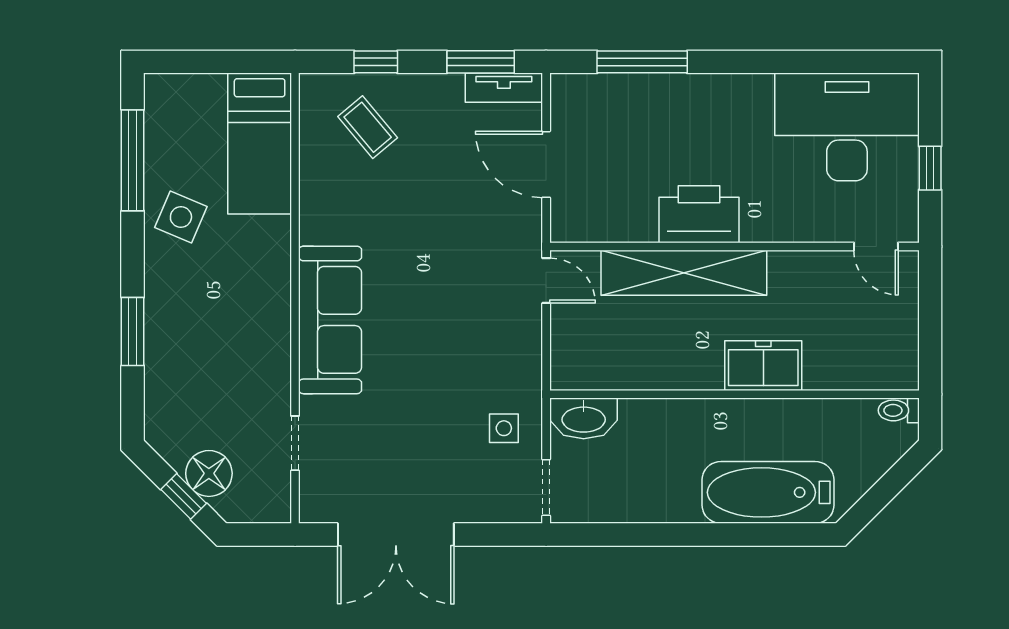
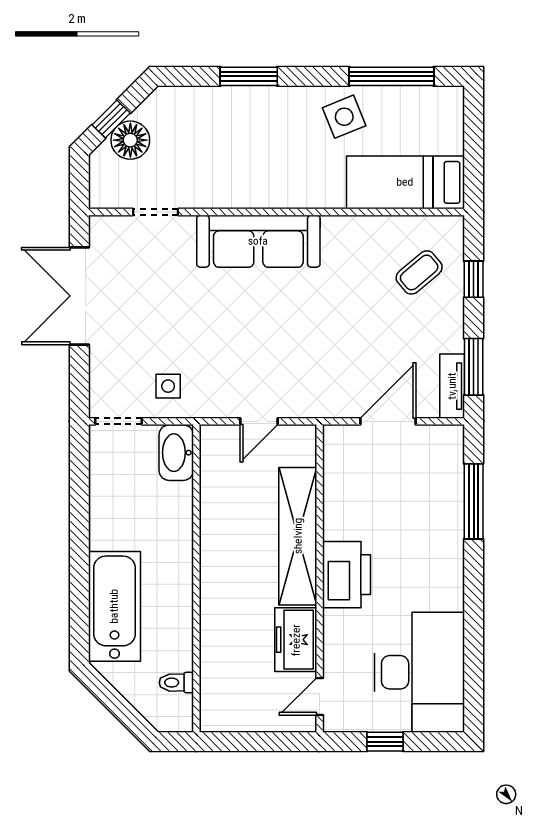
printer: (699, 214) -> (347, 575), moved
side table: (181, 217) -> (344, 117), turned 45
door: (546, 281) -> (259, 421), moved
freezer: (763, 366) -> (296, 640), moved, turned 180
toilet: (899, 410) -> (176, 683), moved, turned -90

